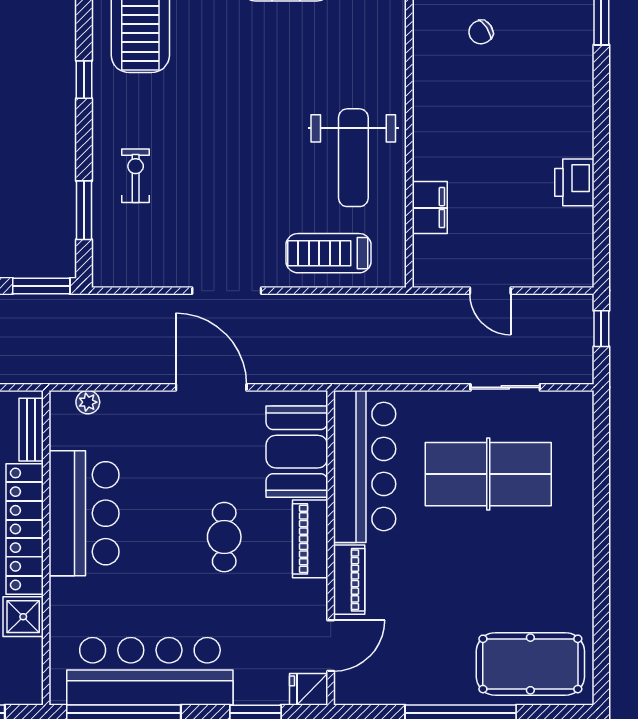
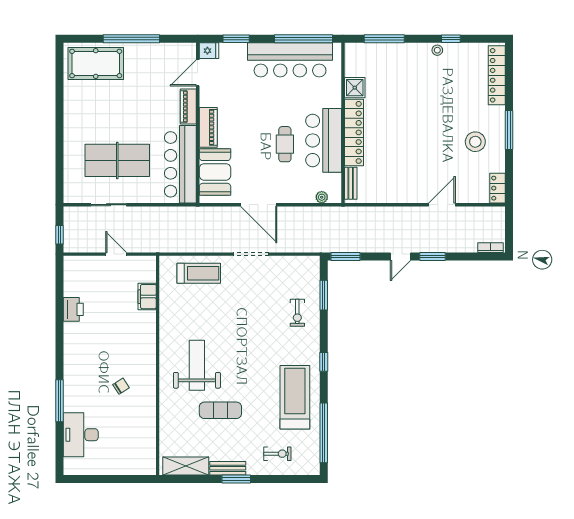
weight bench: (353, 158) -> (197, 365), moved
cafe table: (224, 537) -> (285, 144), moved

